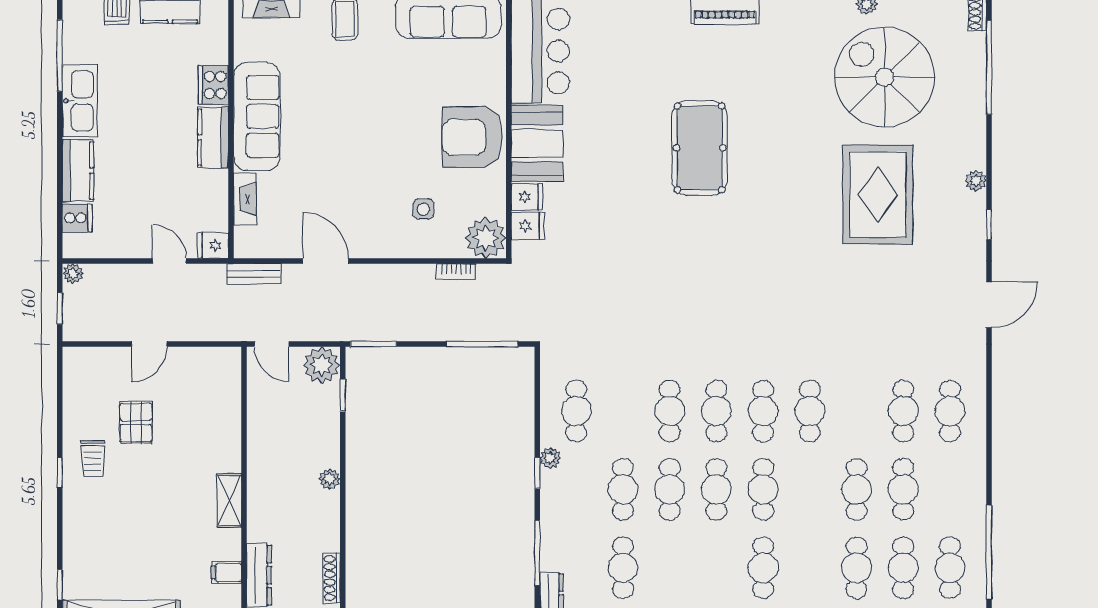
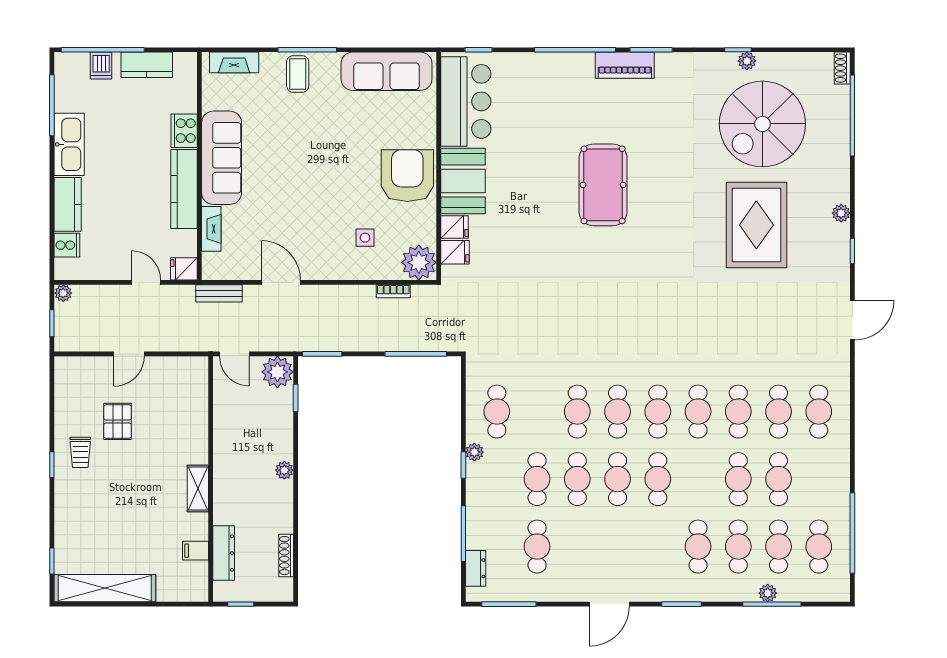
spiral stairs: (885, 77) -> (762, 124), turned -90
kitchen counter: (213, 137) -> (184, 189), width x1.50
armchair: (472, 137) -> (407, 176), turned 90
cafe table: (857, 411) -> (738, 412), added
cafe table: (763, 568) -> (698, 547), moved

